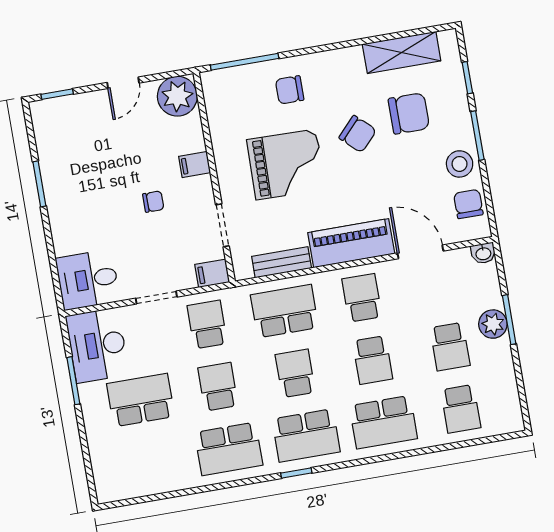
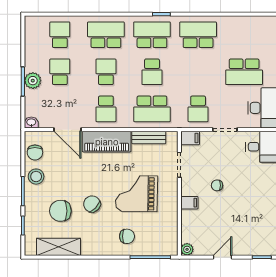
plant: (177, 96) -> (187, 249), width x0.53, depth x0.53
school desk: (218, 387) -> (198, 72), removed

